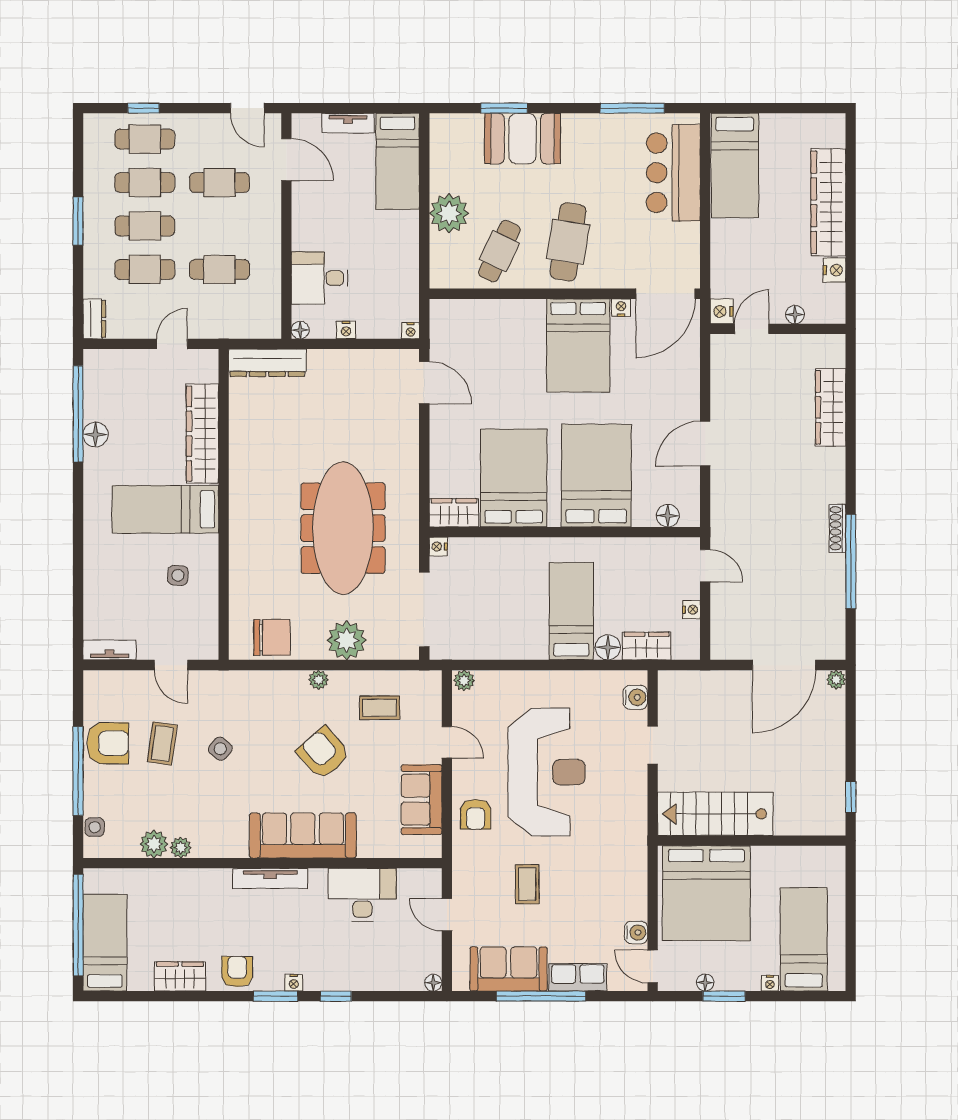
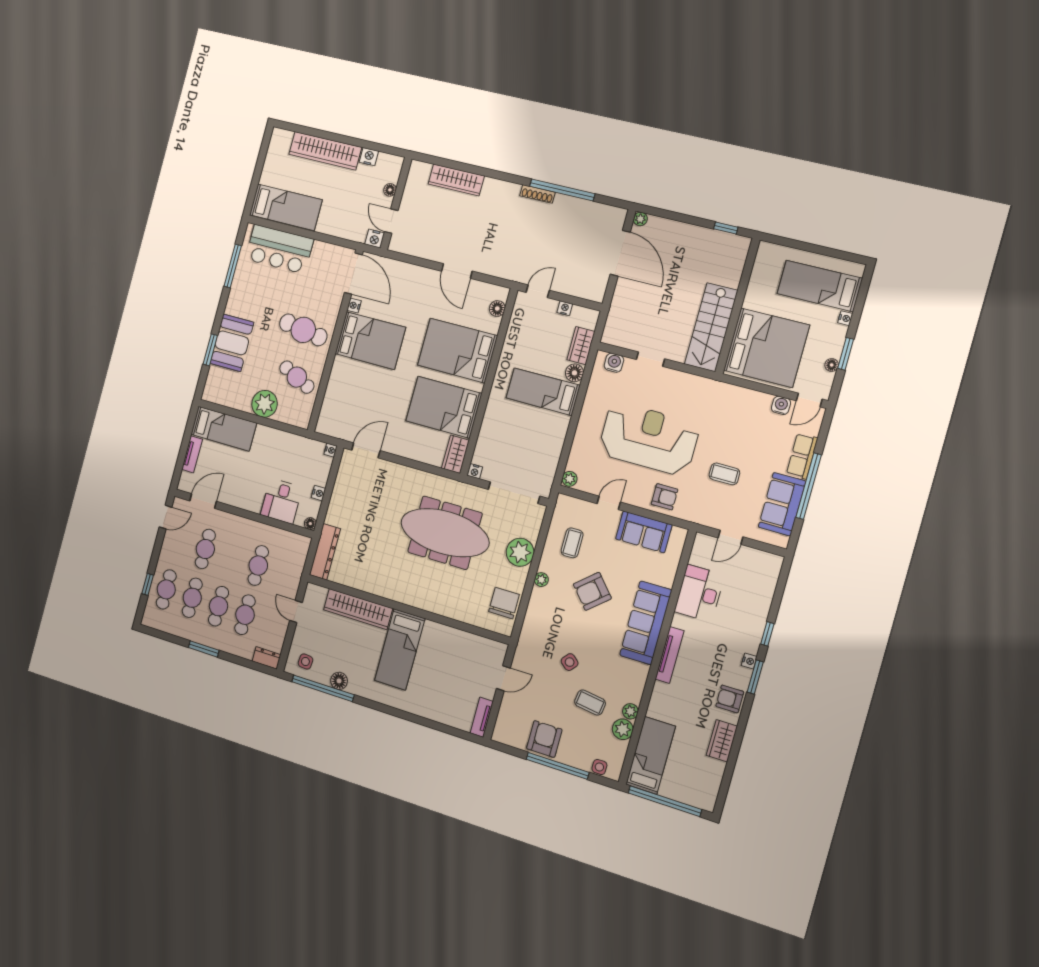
side table: (178, 575) -> (305, 661), moved
coffee table: (162, 744) -> (590, 703), moved
bed: (105, 943) -> (651, 755), moved, turned 90
floor lamp: (433, 983) -> (777, 561), removed

